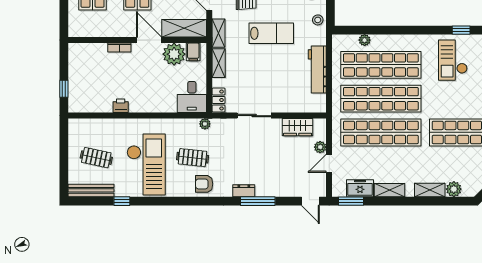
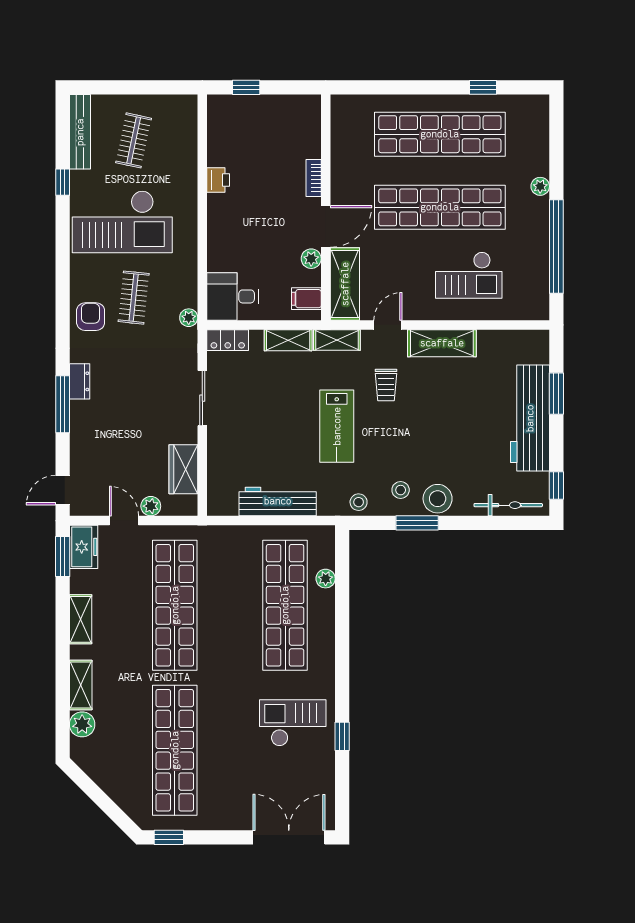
plant: (174, 54) -> (311, 259), width x0.53, depth x0.53
shop shelf: (381, 99) -> (230, 605), removed
freezer: (360, 188) -> (84, 547), moved

